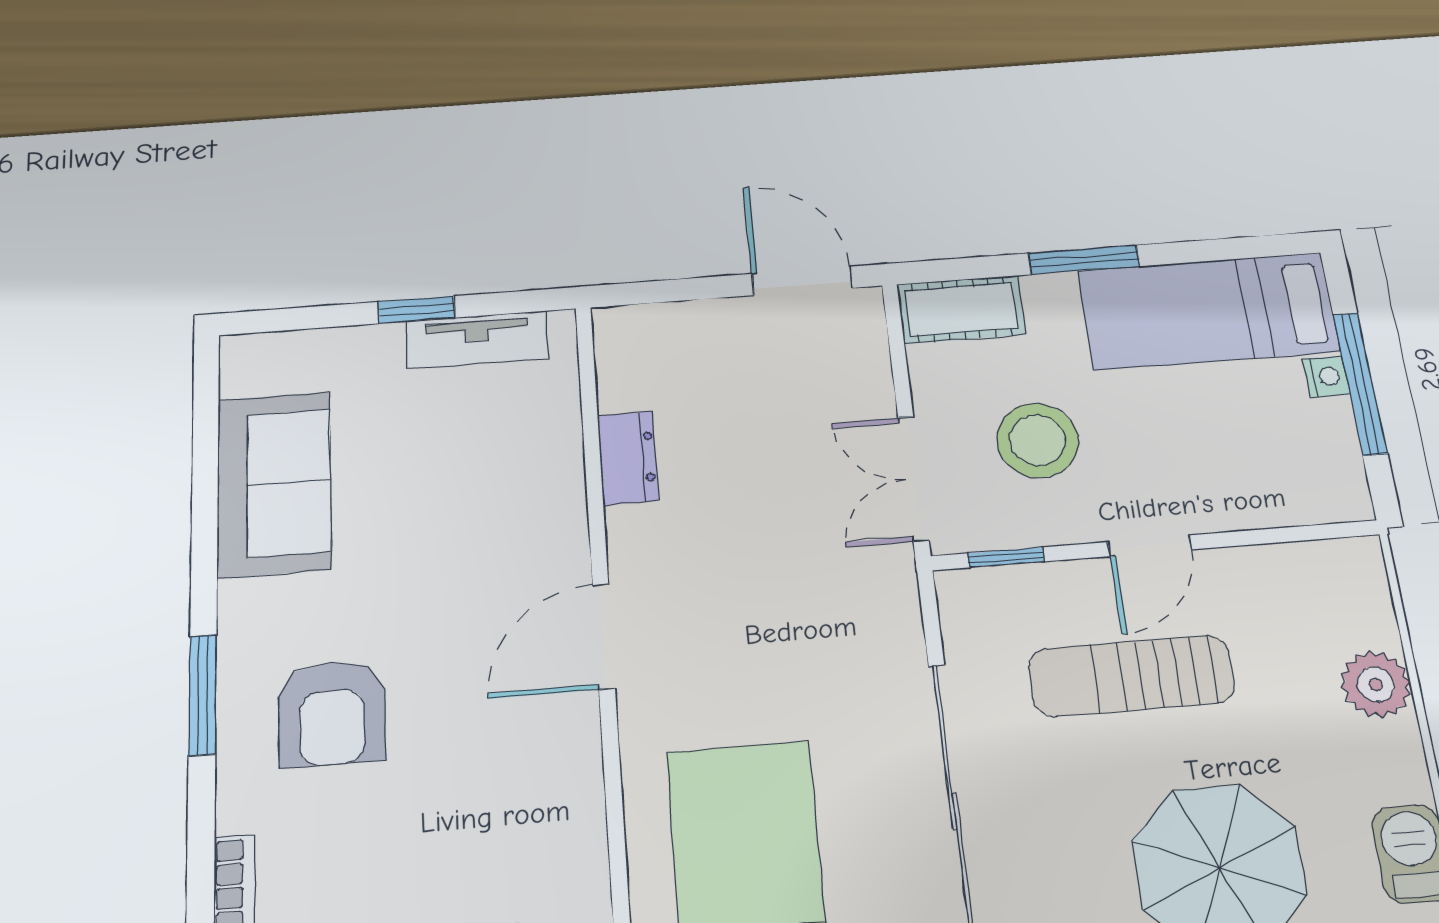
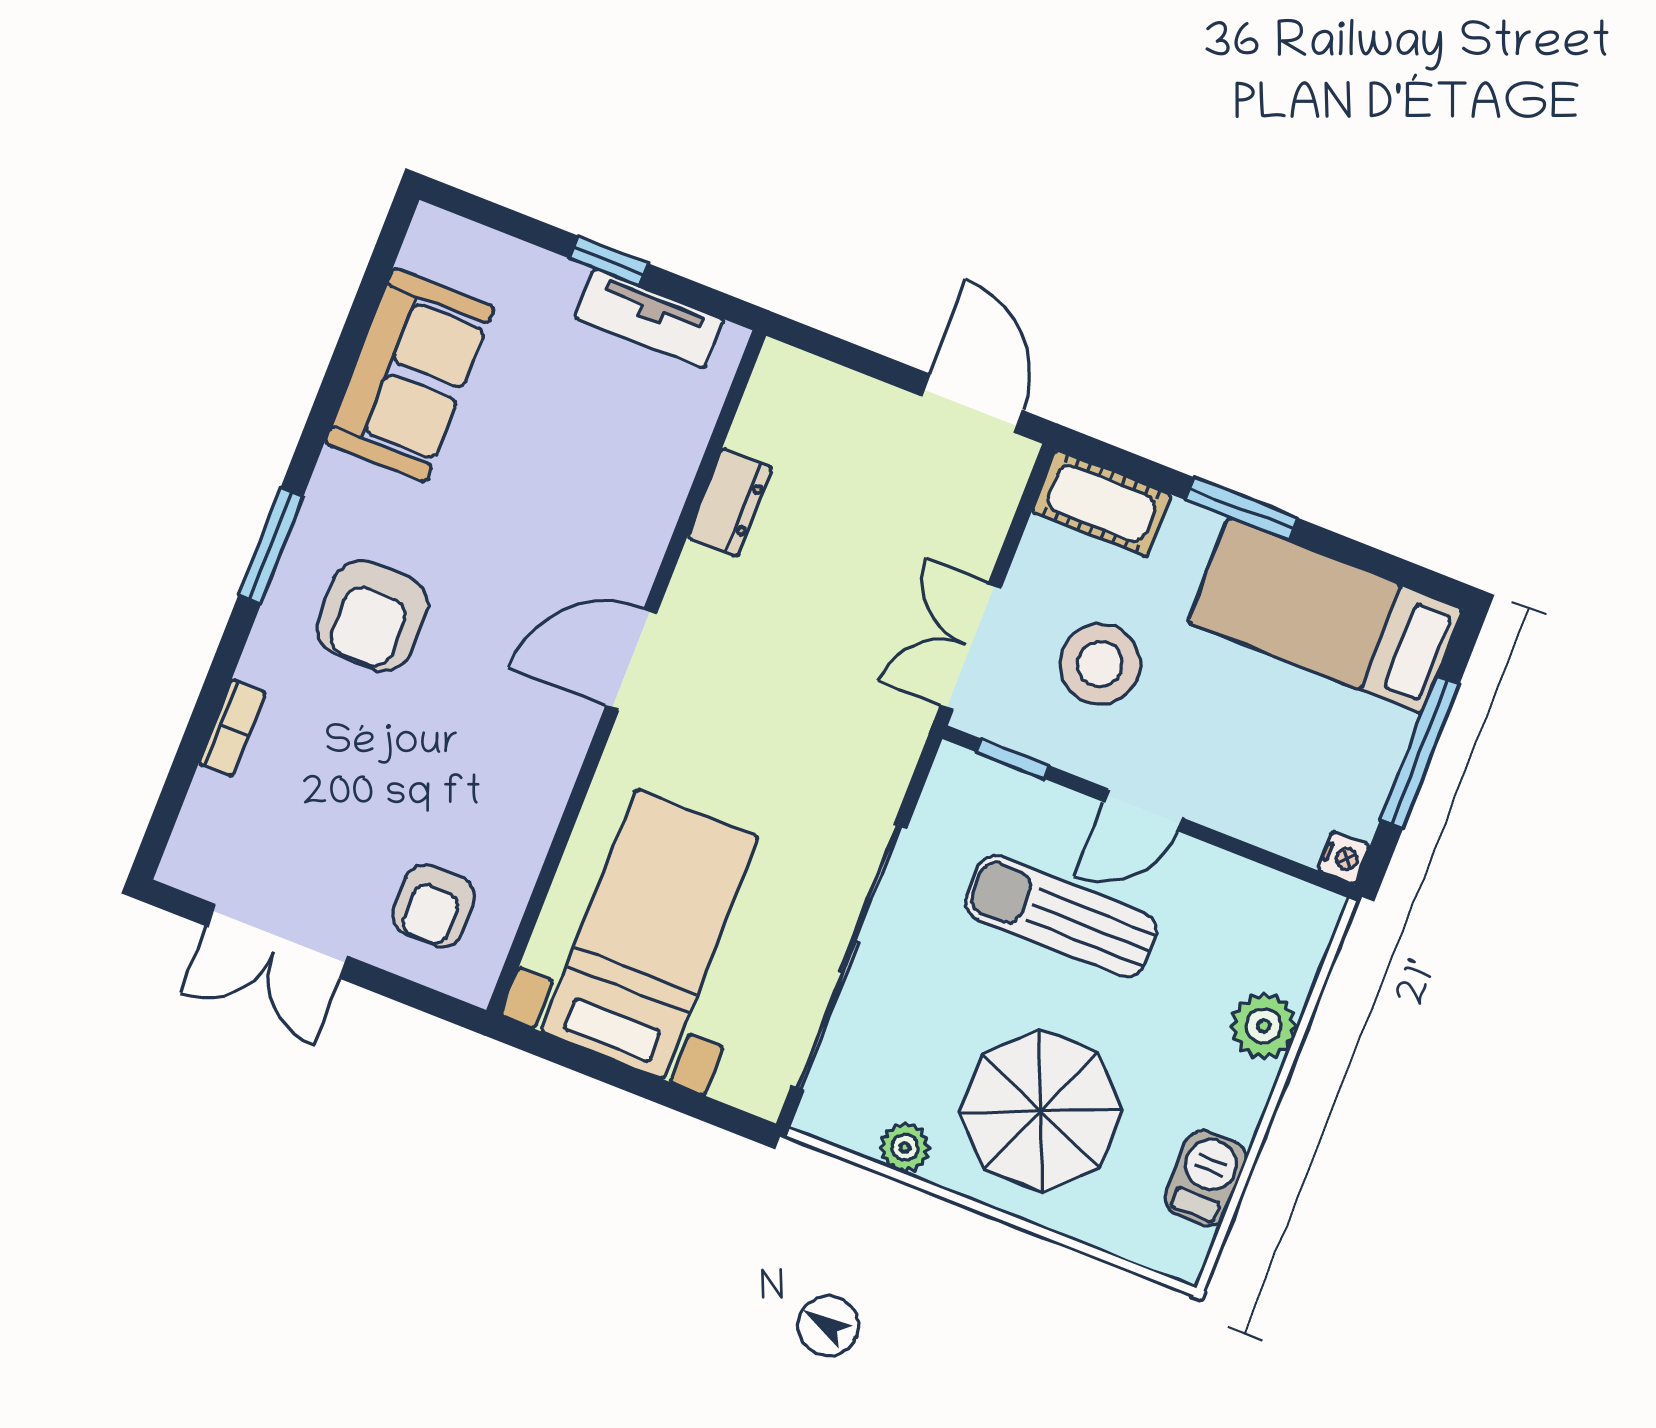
nightstand: (1326, 376) -> (1344, 858), moved

